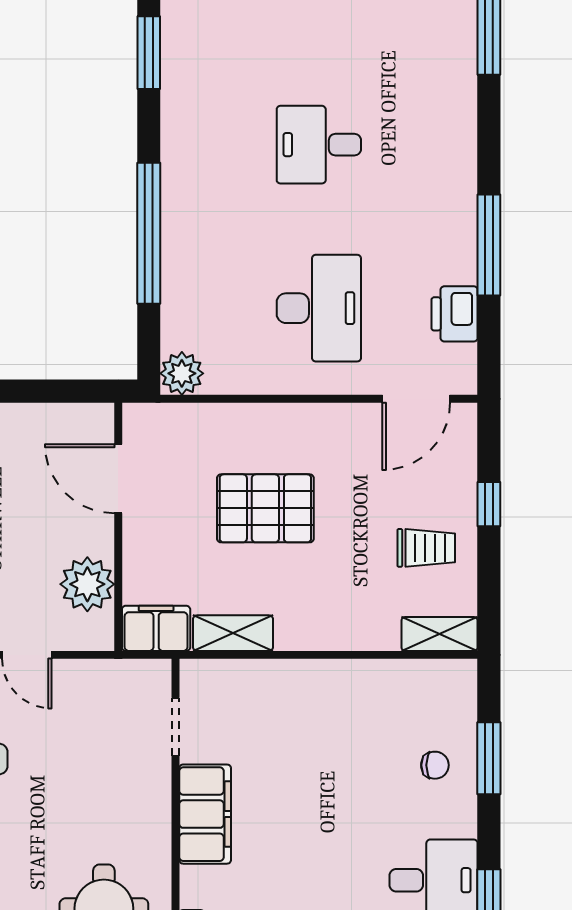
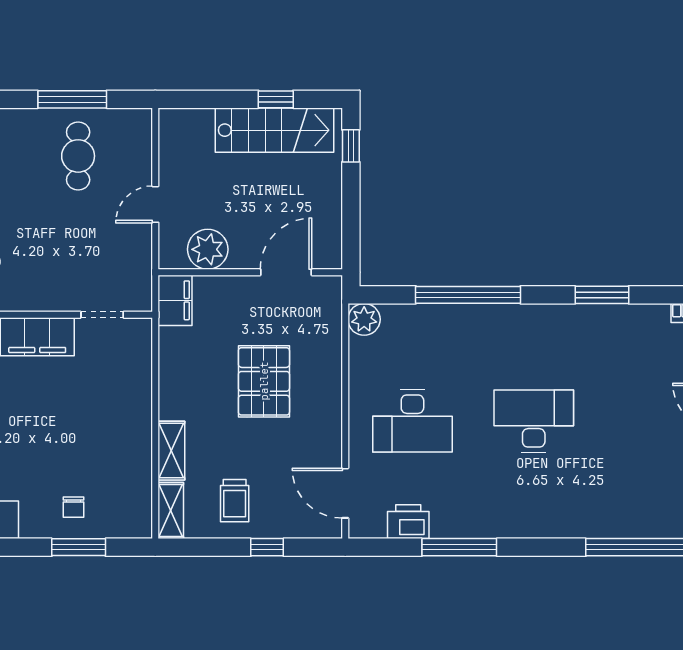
desk: (319, 145) -> (534, 421), width x1.37
shelving: (233, 633) -> (171, 451), moved

